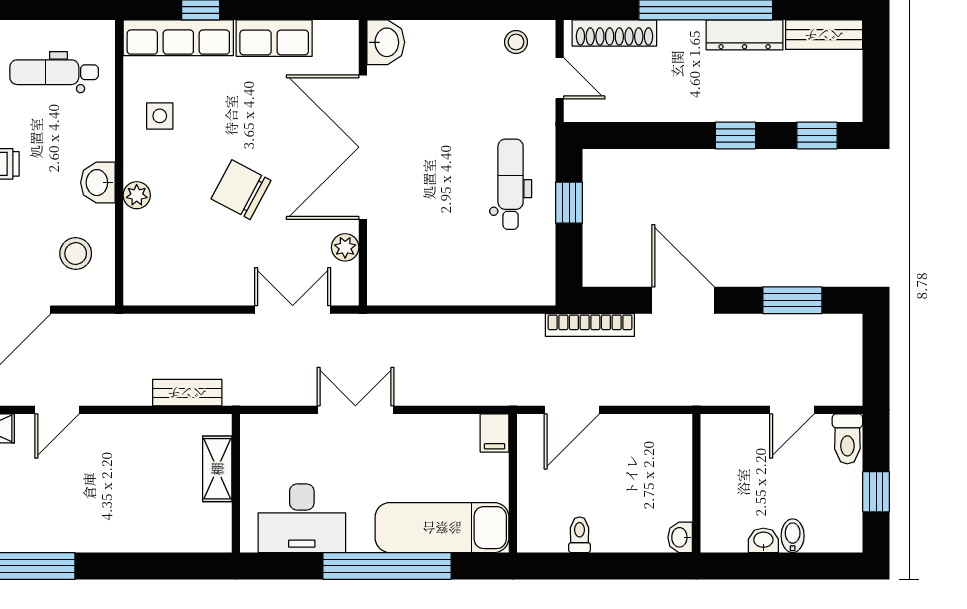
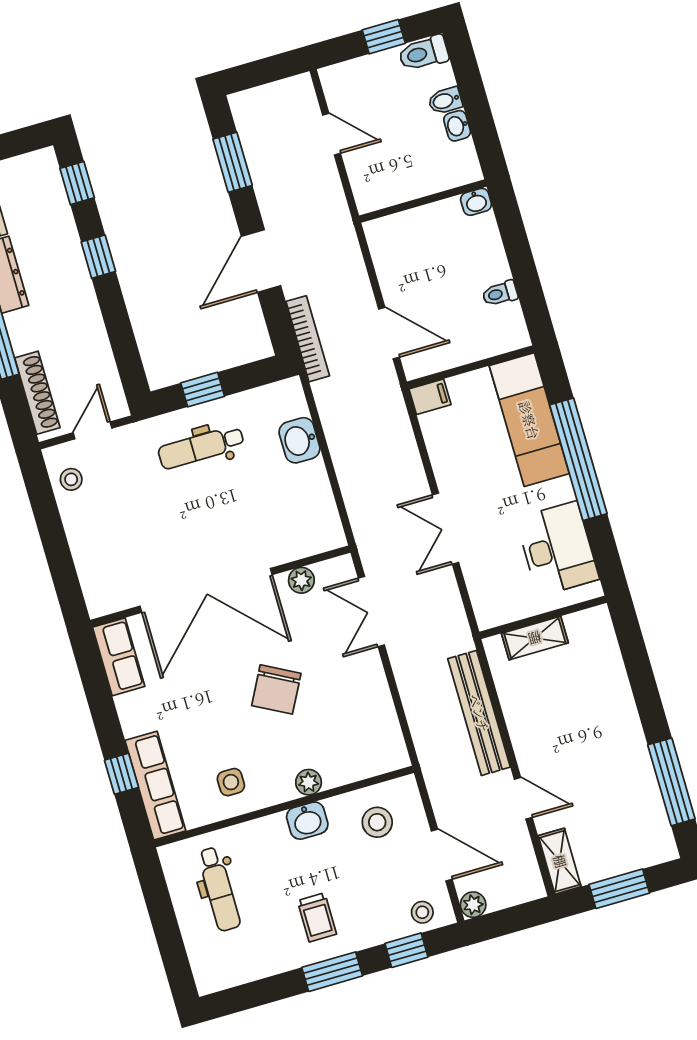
row of seats: (274, 38) -> (119, 657), moved
washbasin: (386, 42) -> (299, 440), moved, turned -90
bench: (187, 393) -> (479, 713), width x1.86, depth x1.21
toilet: (847, 439) -> (423, 53), moved, turned 180

